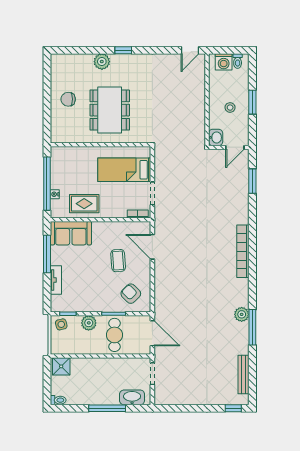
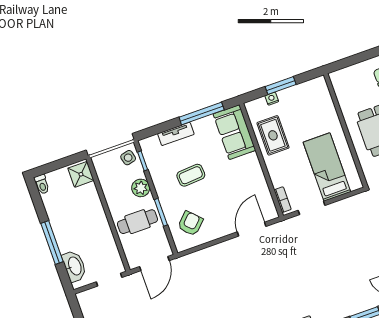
window: (47, 184) -> (281, 86), width x0.47
coffee table: (118, 261) -> (191, 175), moved

